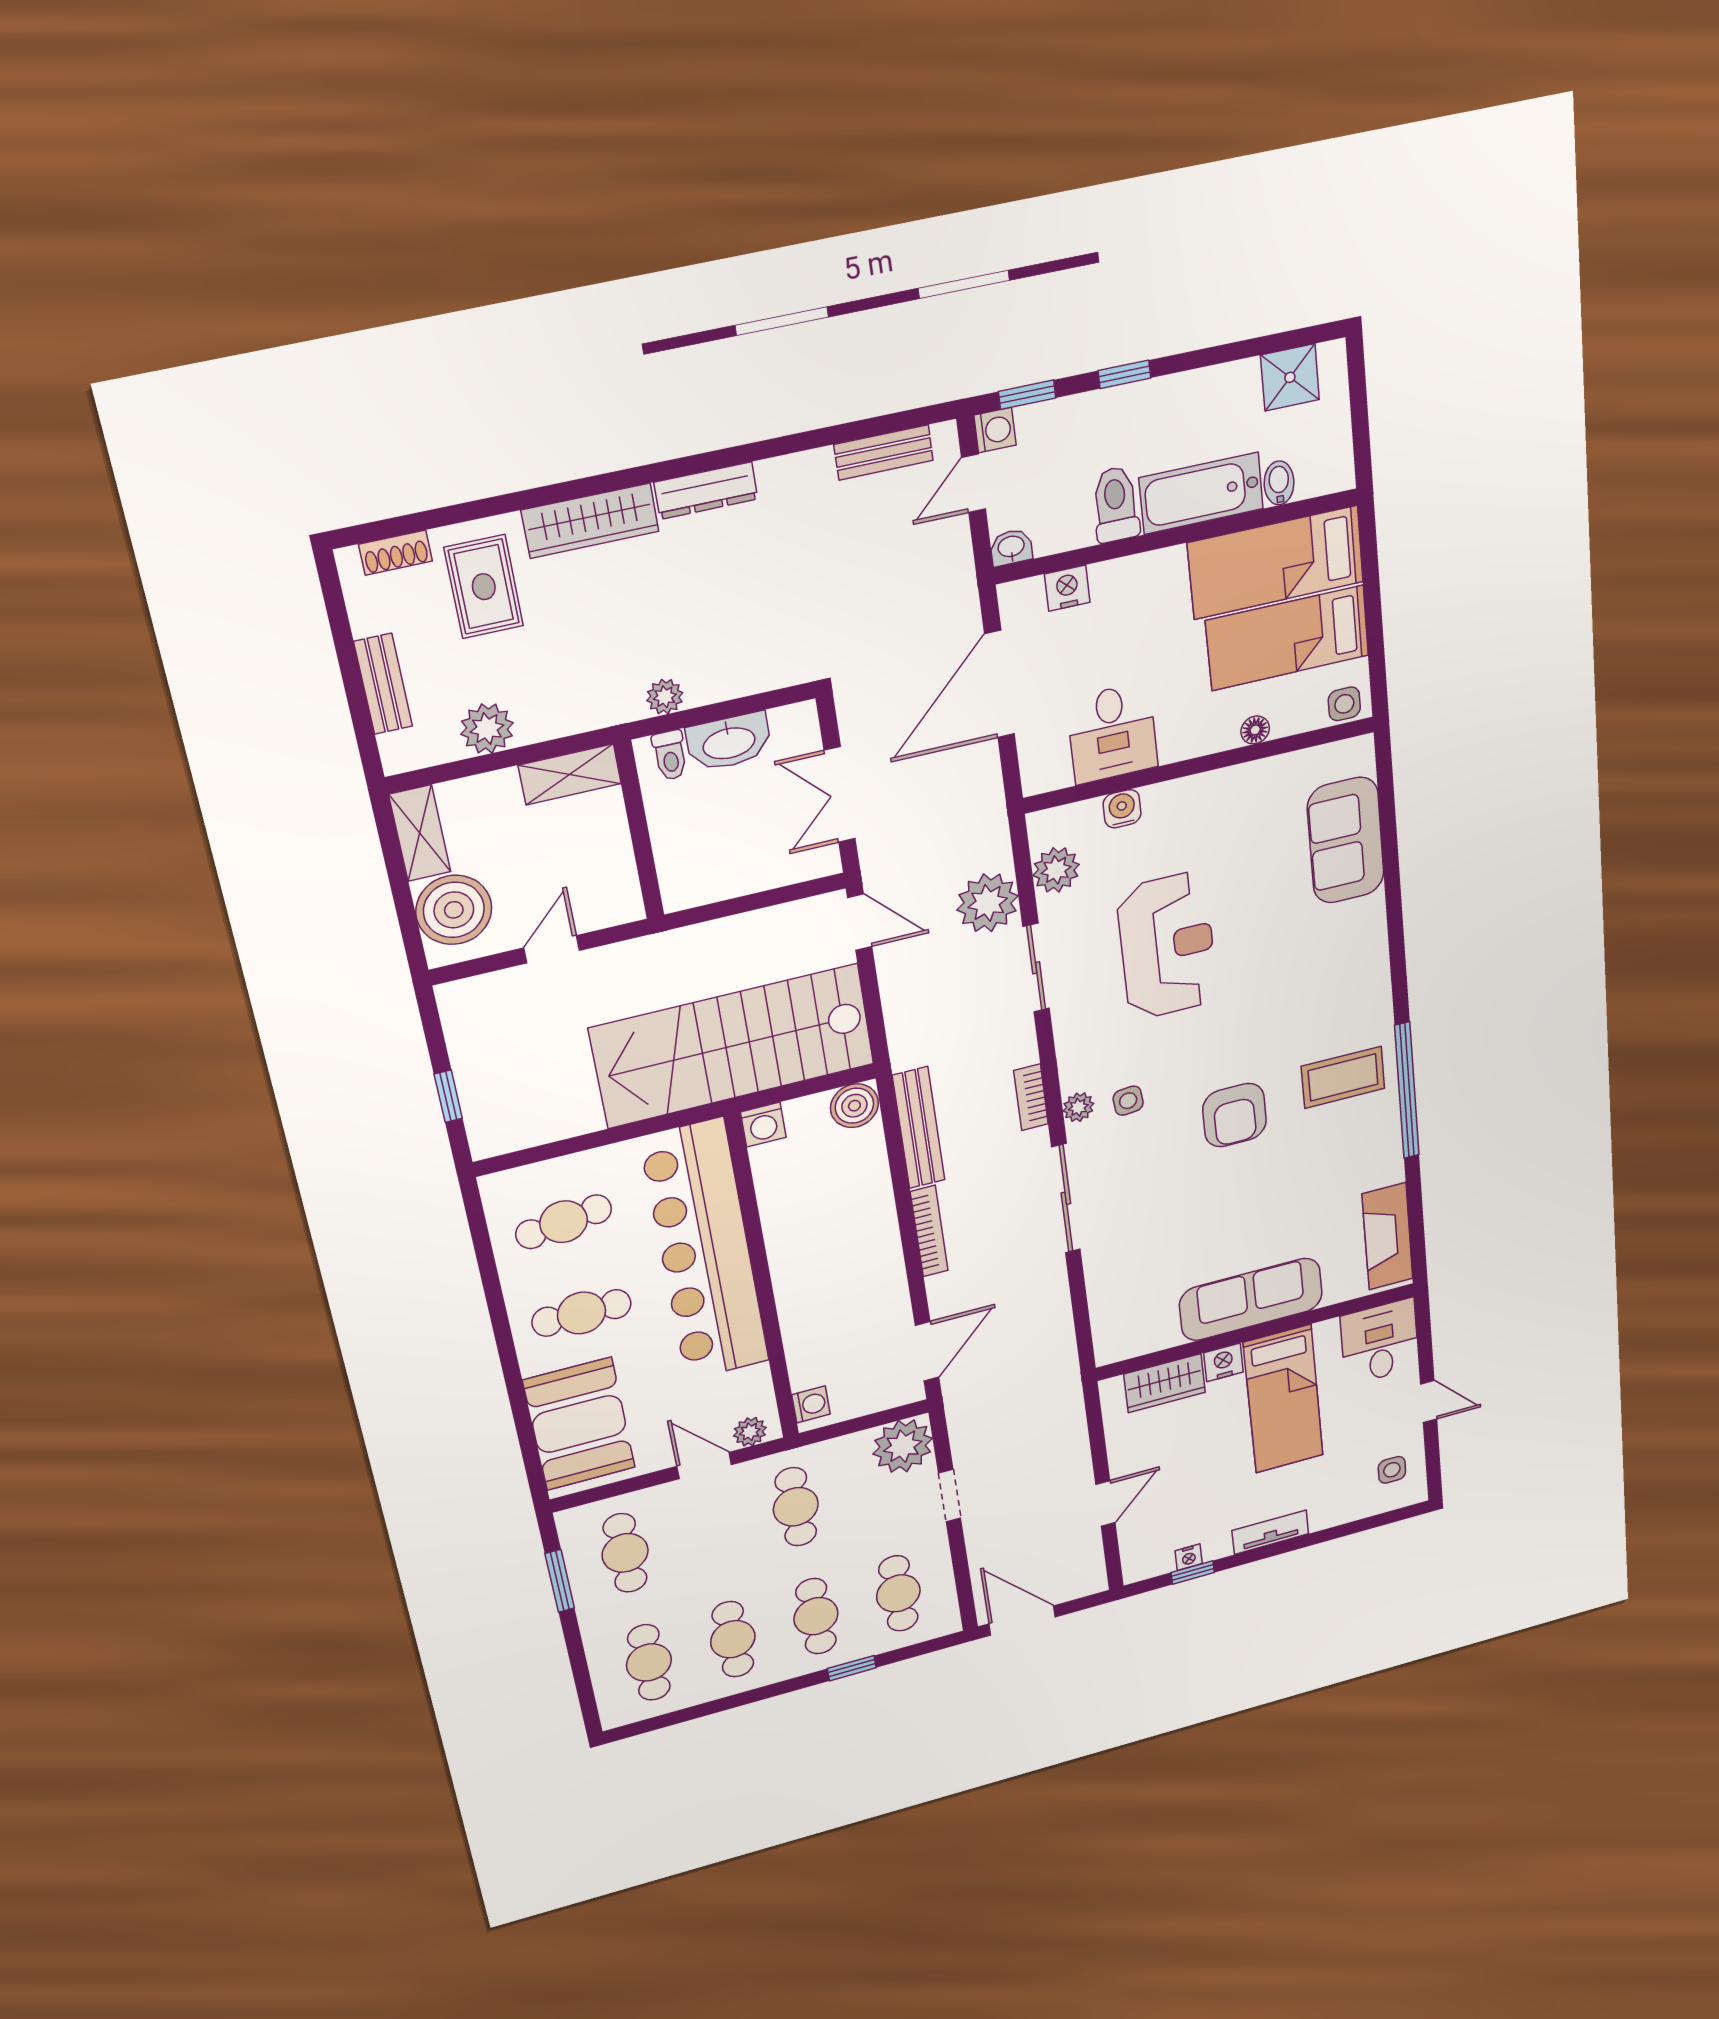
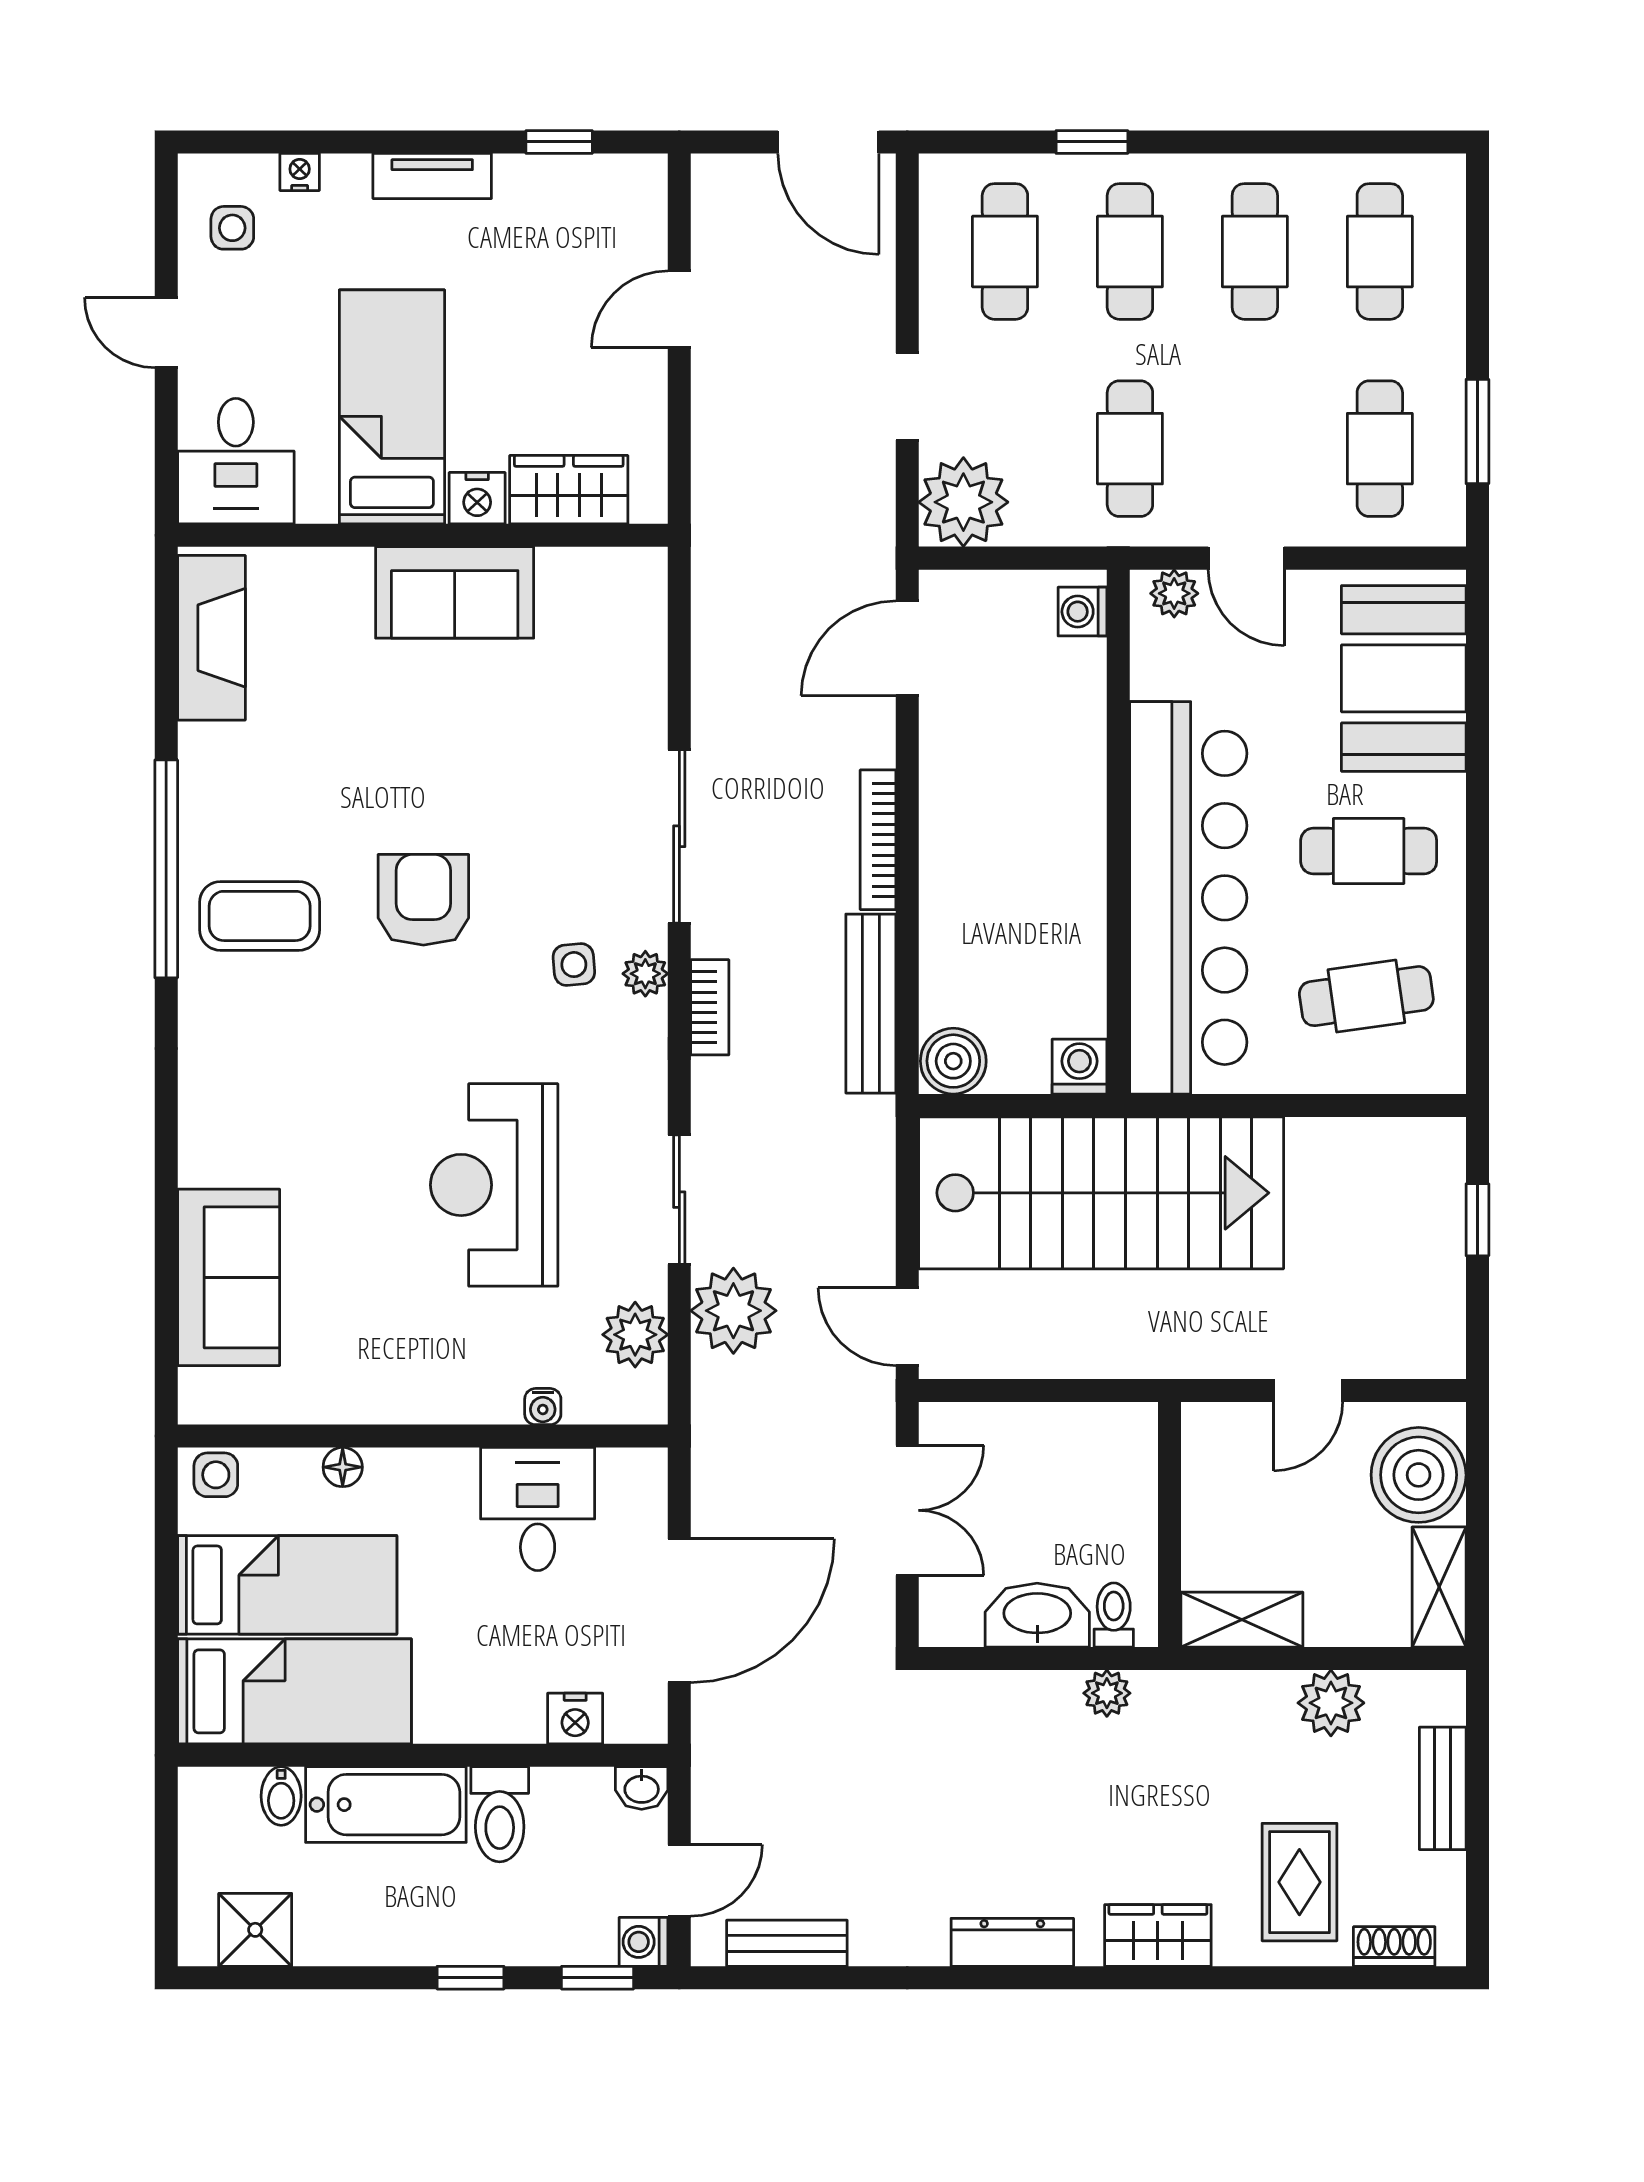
wardrobe: (590, 521) -> (1158, 1935), width x0.67
water cooler: (1122, 809) -> (543, 1407), width x0.72, depth x0.72
sofa: (1251, 1299) -> (455, 592), width x0.73
nightstand: (1189, 1557) -> (300, 172), moved

